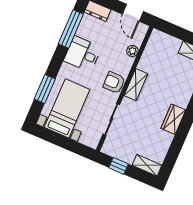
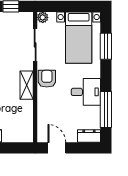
plant: (132, 51) -> (43, 17), moved
armchair: (114, 82) -> (47, 79), turned -90

